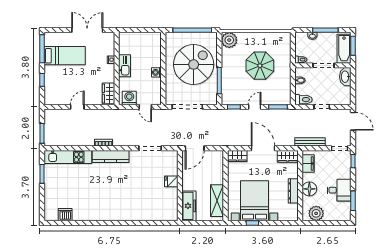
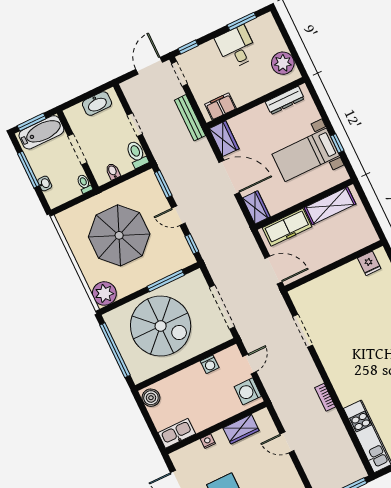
boiler: (153, 38) -> (151, 398), added
spiral stairs: (194, 64) -> (161, 326), turned 180
kitchen sink: (125, 66) -> (177, 433), moved
parasol: (260, 66) -> (119, 235), width x1.36, depth x1.36
washing machine: (156, 72) -> (210, 364), moved
washbasin: (345, 77) -> (97, 104), moved
wardrobe: (109, 93) -> (241, 429), moved
door: (77, 107) -> (287, 442), moved
door: (353, 121) -> (149, 66), moved
door: (263, 148) -> (229, 177), swing flipped
kitchen counter: (111, 156) -> (339, 379), removed
fridge: (171, 181) -> (369, 263), moved
floor lamp: (309, 189) -> (254, 88), removed
dresser: (293, 191) -> (285, 100), moved
bed with nightstands: (255, 201) -> (306, 155), width x0.73
freezer: (189, 206) -> (287, 227), moved, turned 180

